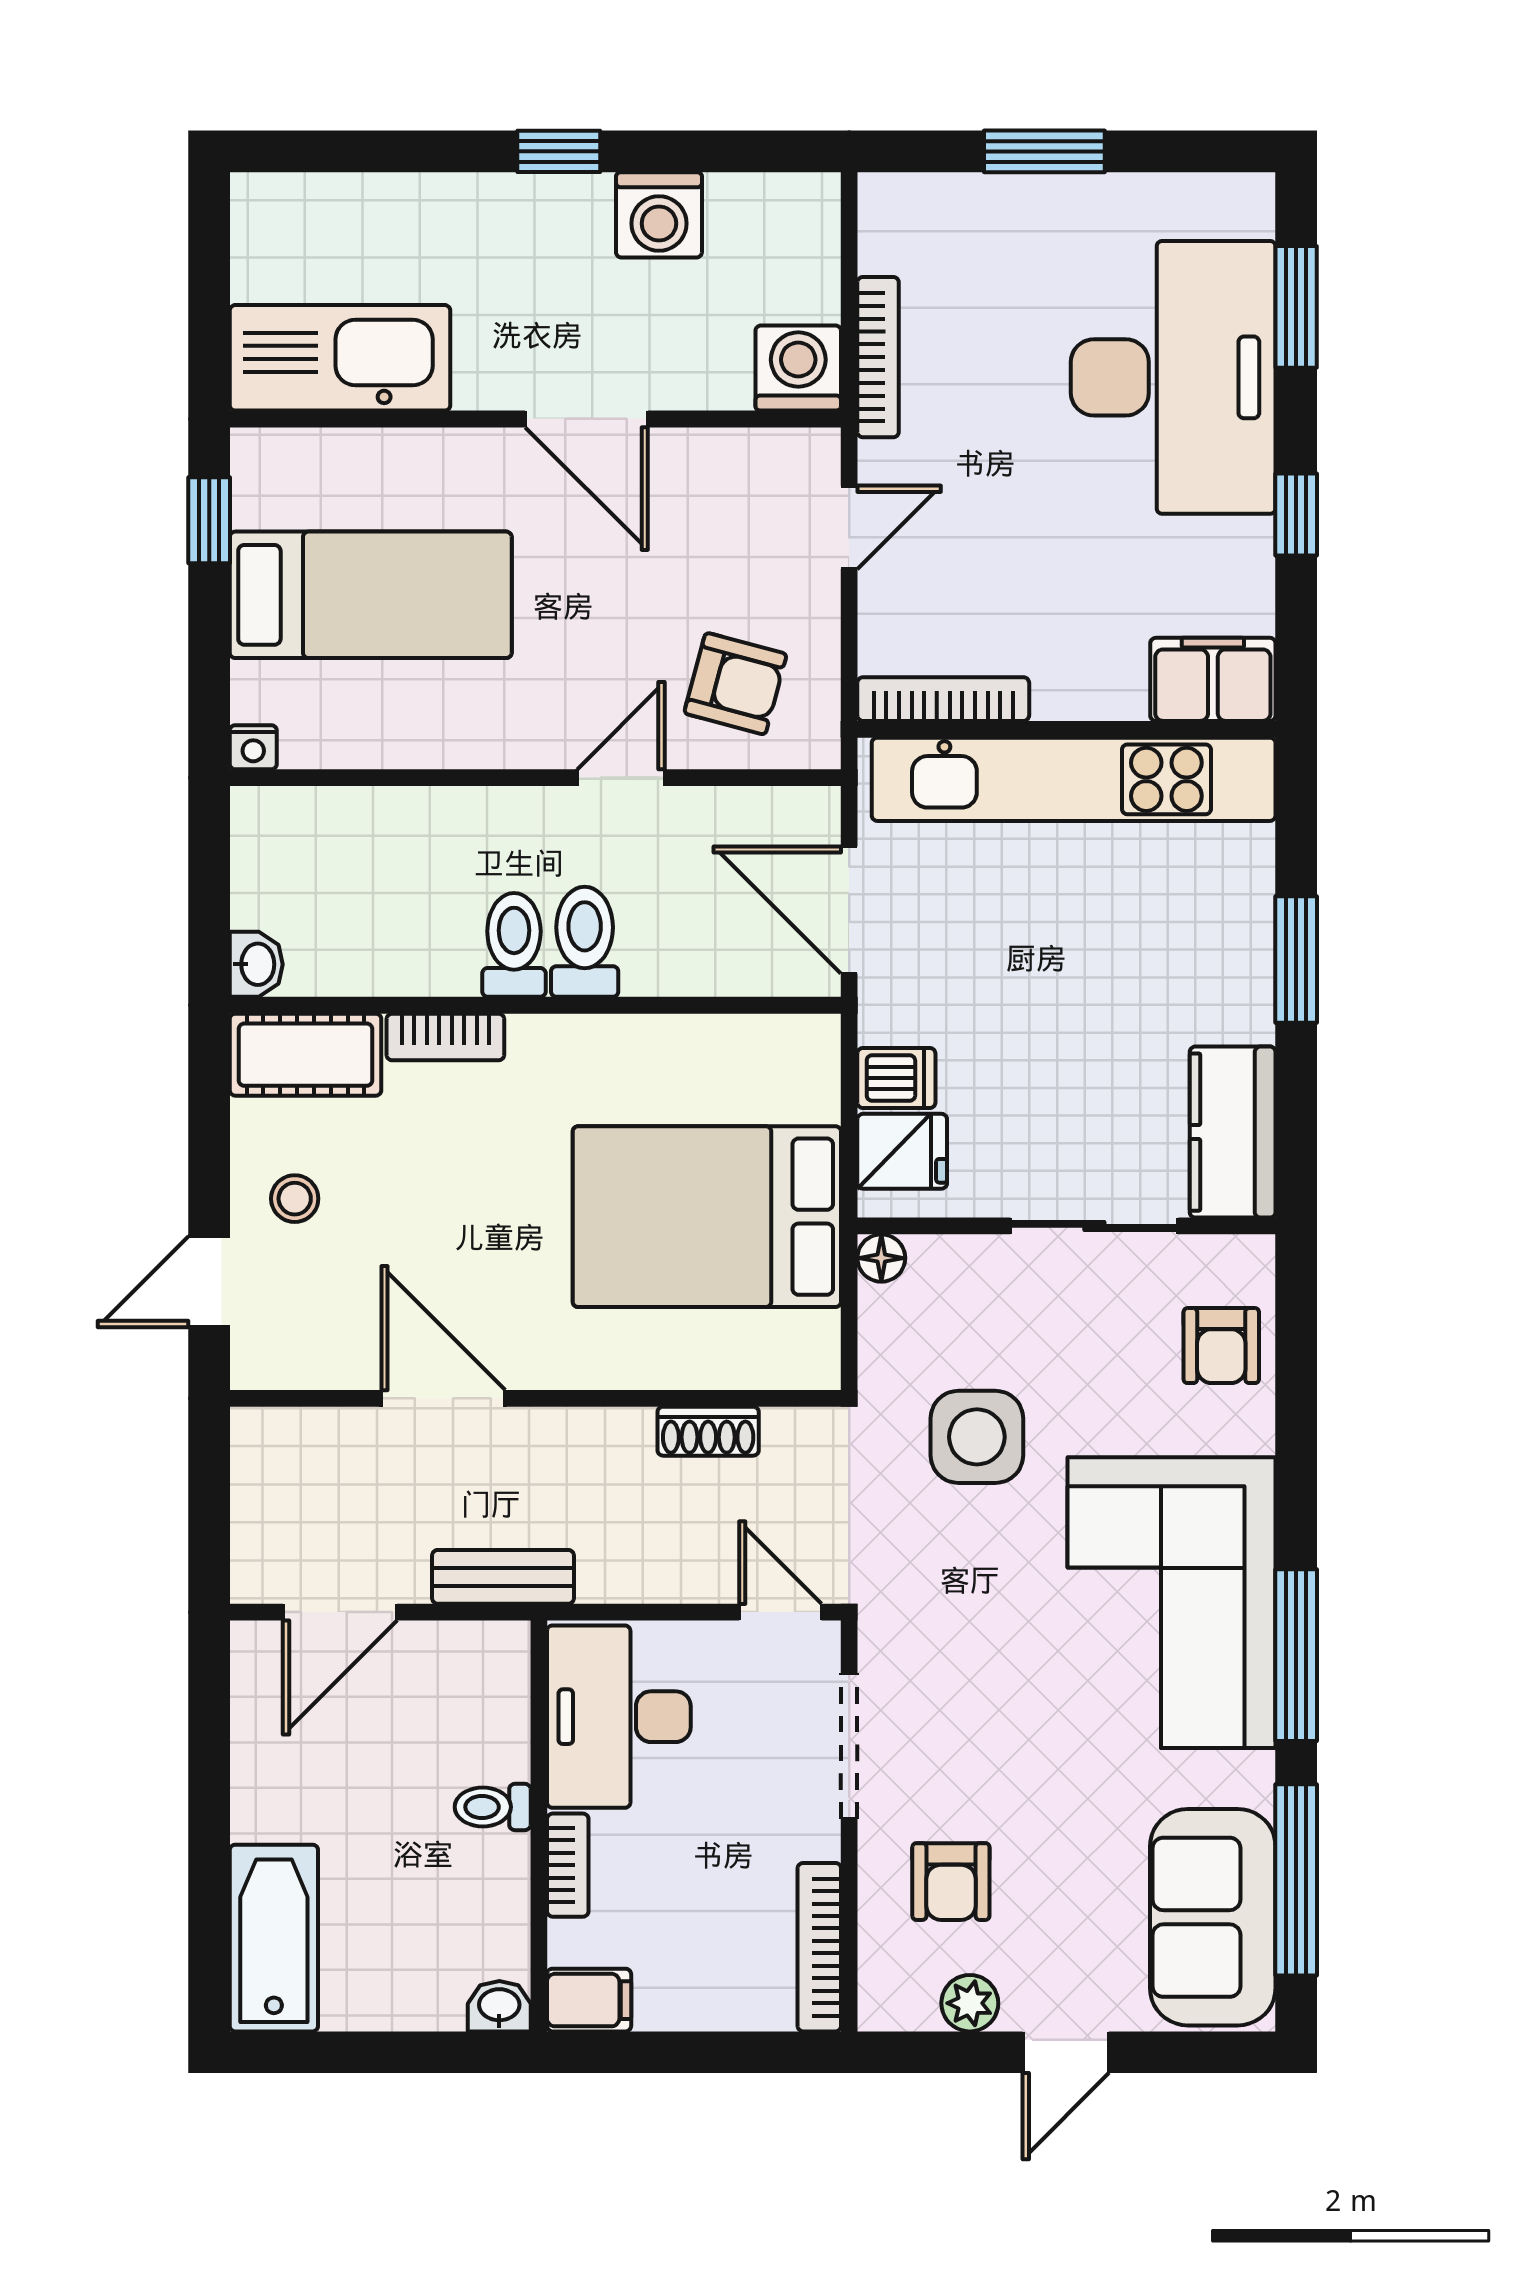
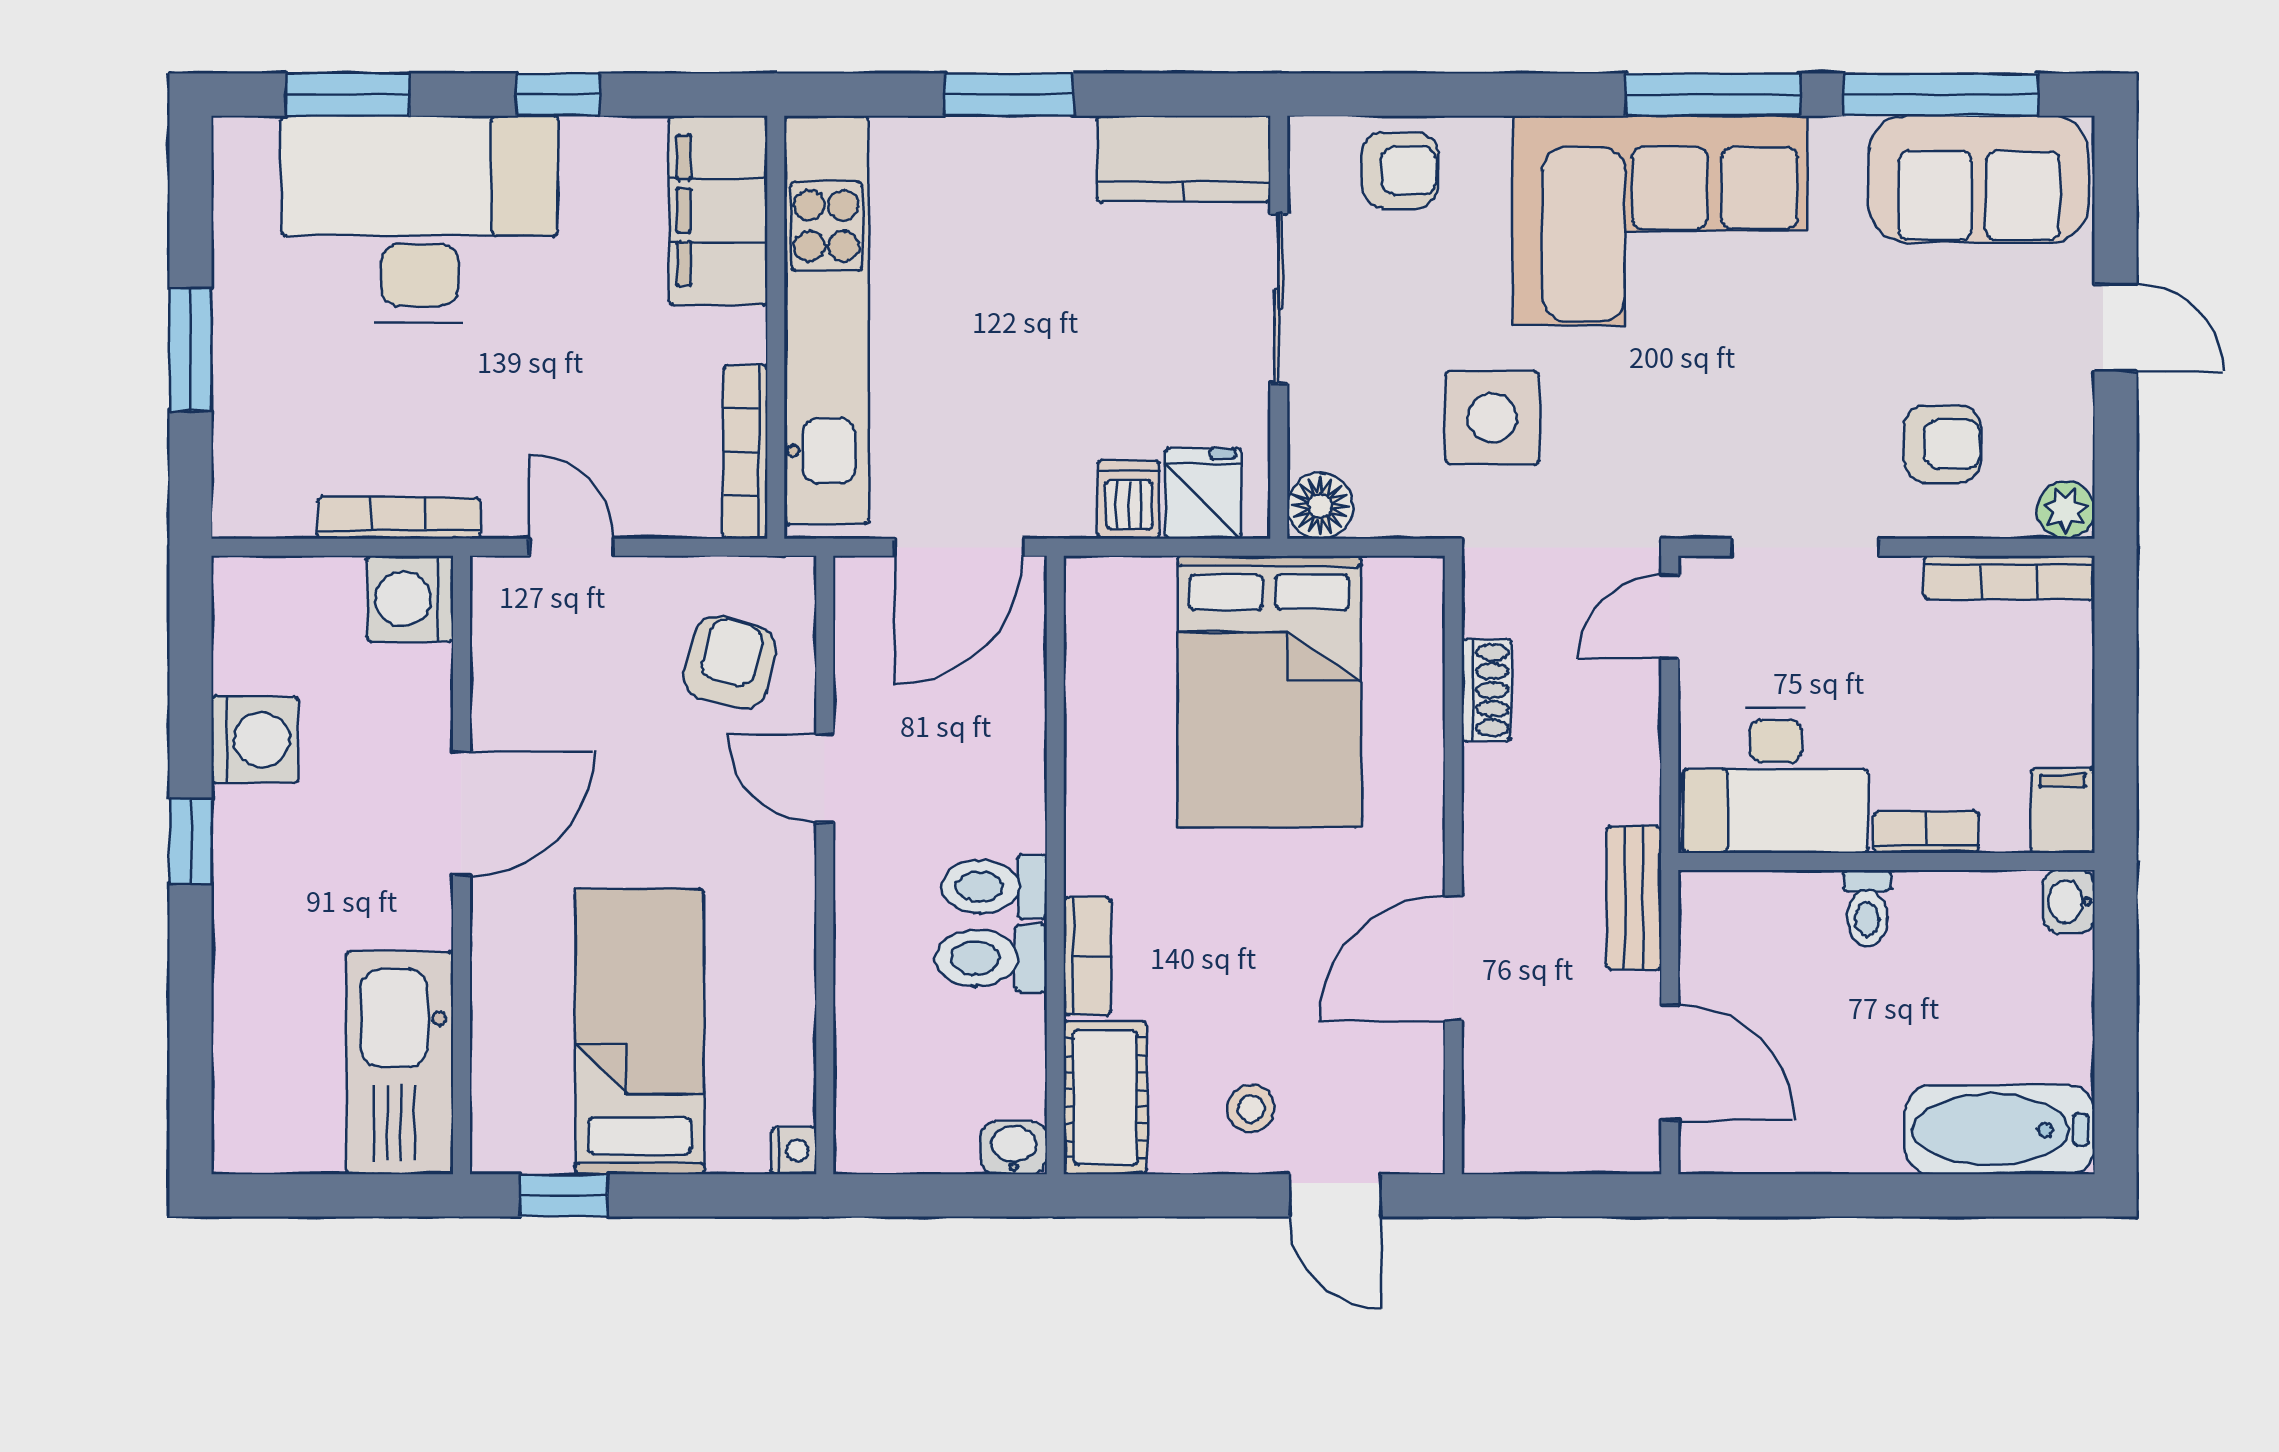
filing cabinet: (1213, 679) -> (718, 211), width x1.50, depth x1.17
toilet: (585, 942) -> (991, 958), moved
floor lamp: (881, 1258) -> (1320, 506), width x1.37, depth x1.37
plant: (970, 2003) -> (2066, 510), moved

